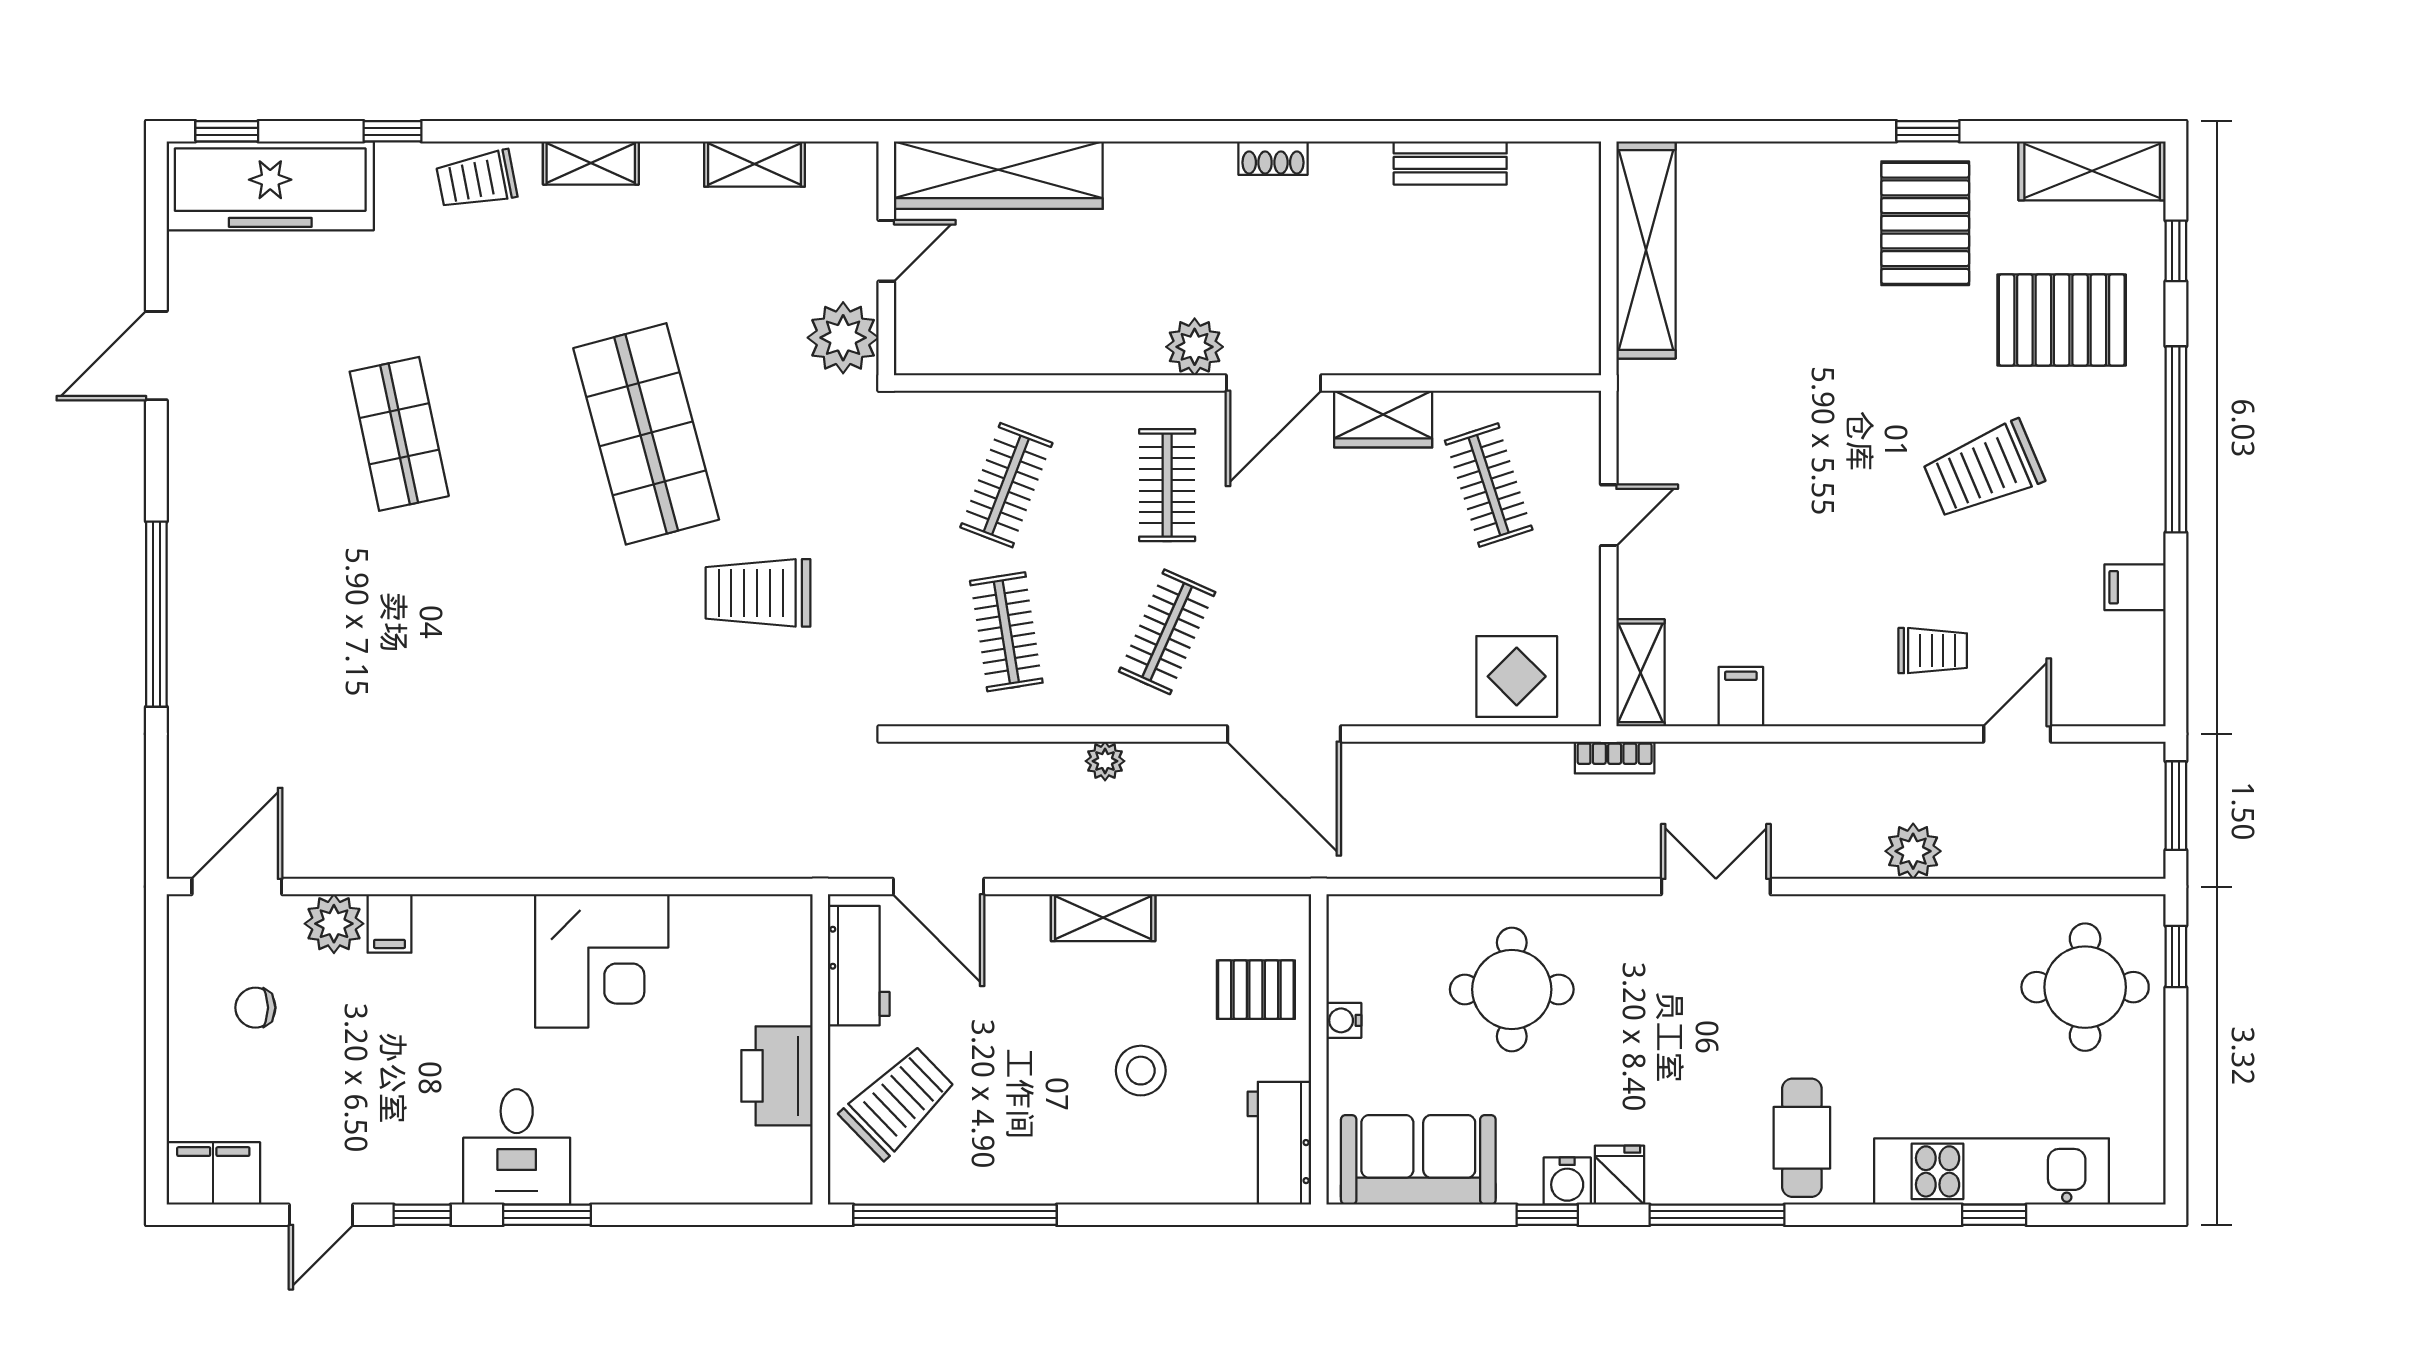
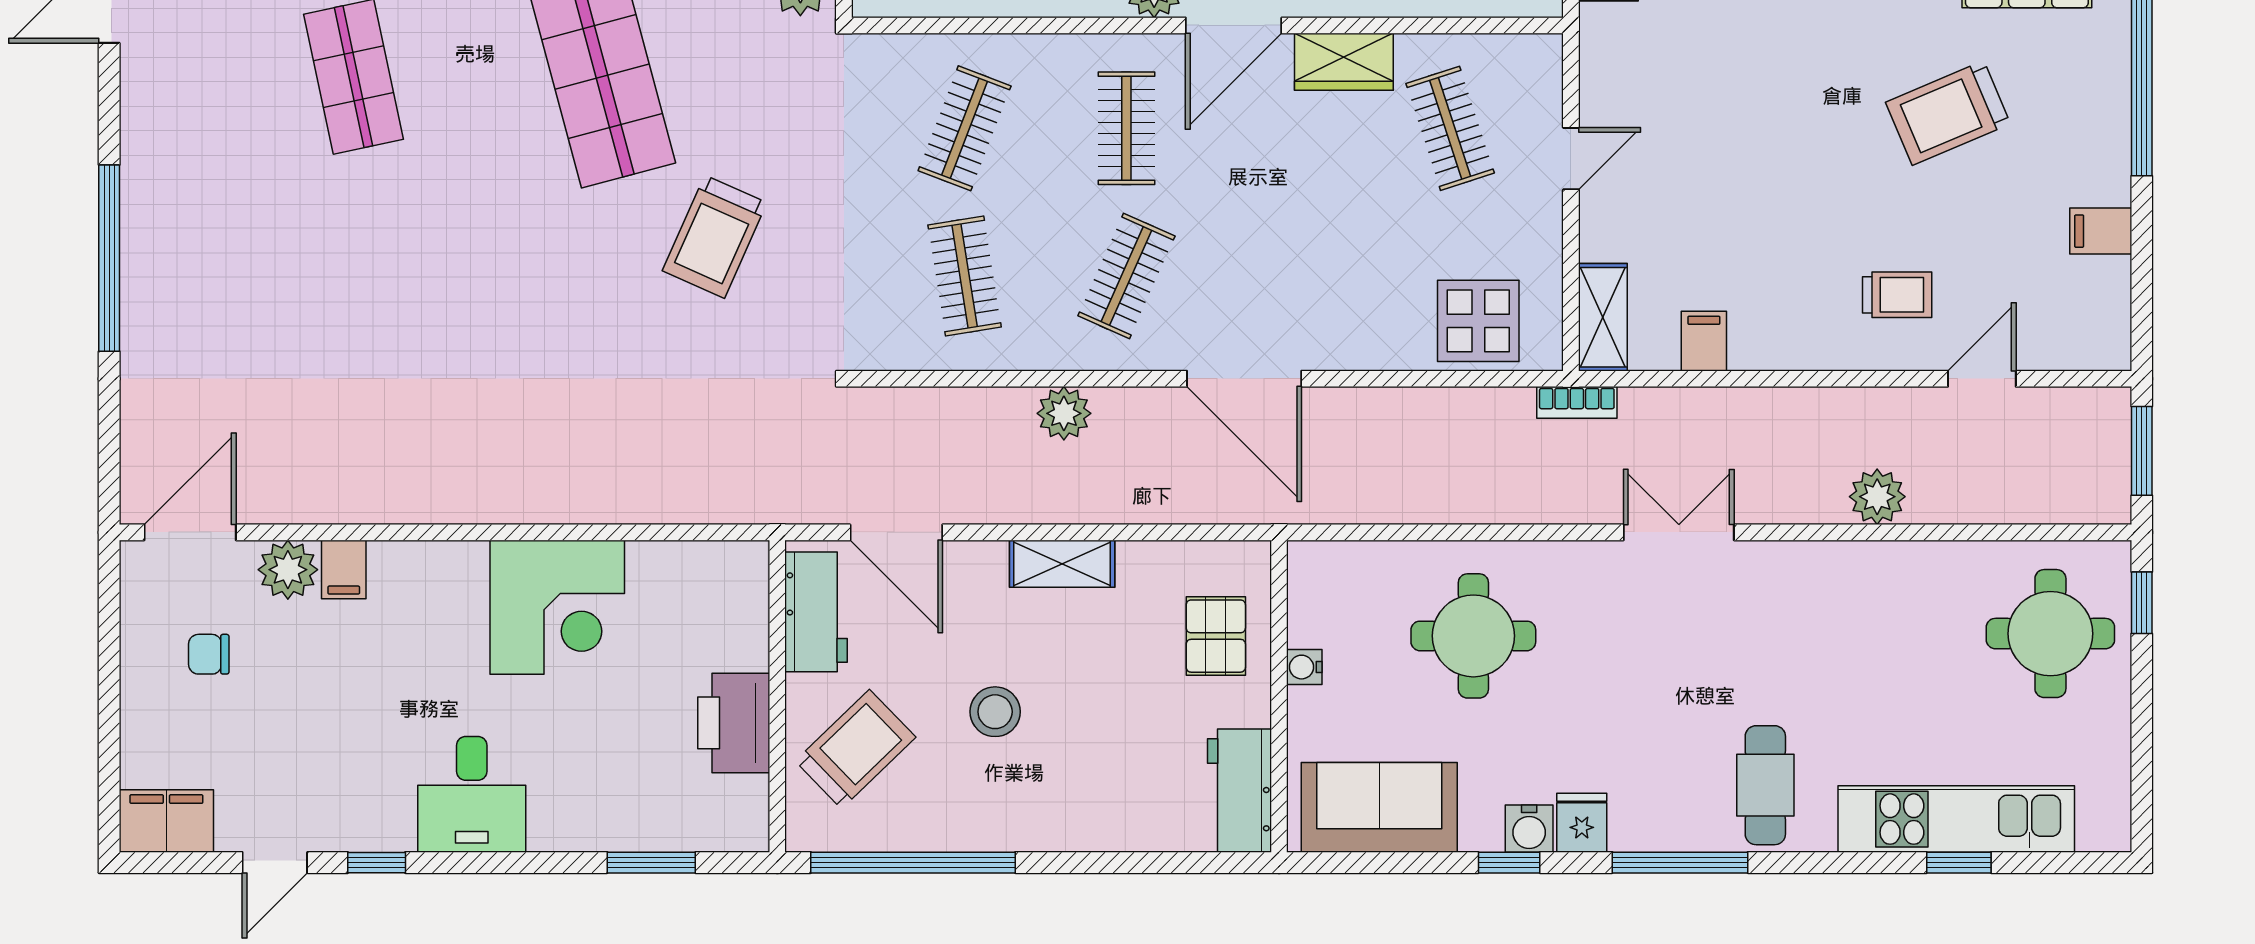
trolley: (758, 593) -> (715, 237), turned -66
plant: (1105, 761) -> (1064, 413), width x1.38, depth x1.38
pallet: (1256, 990) -> (1216, 636), turned 90
stool: (1141, 1071) -> (995, 712), moved
window: (547, 1215) -> (651, 863), moved

